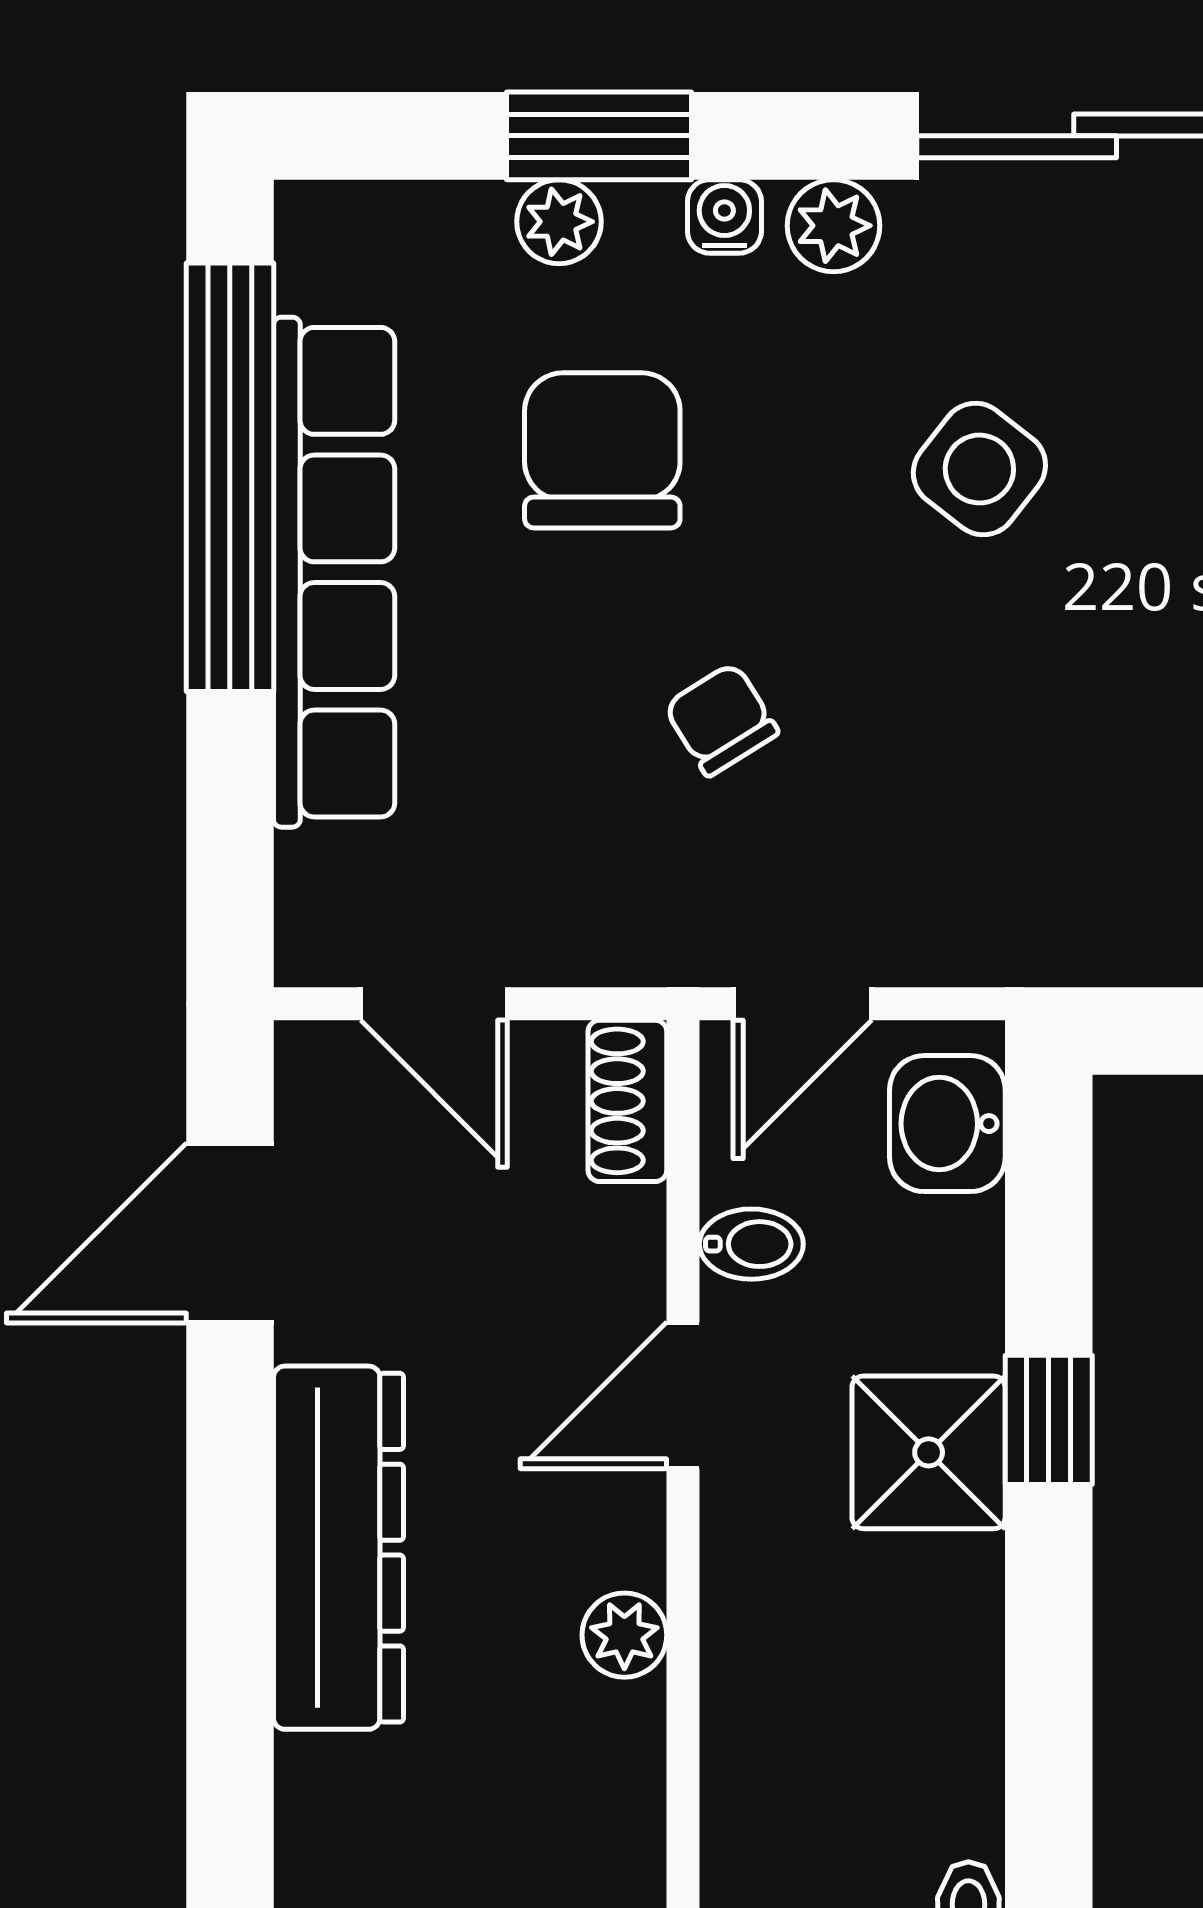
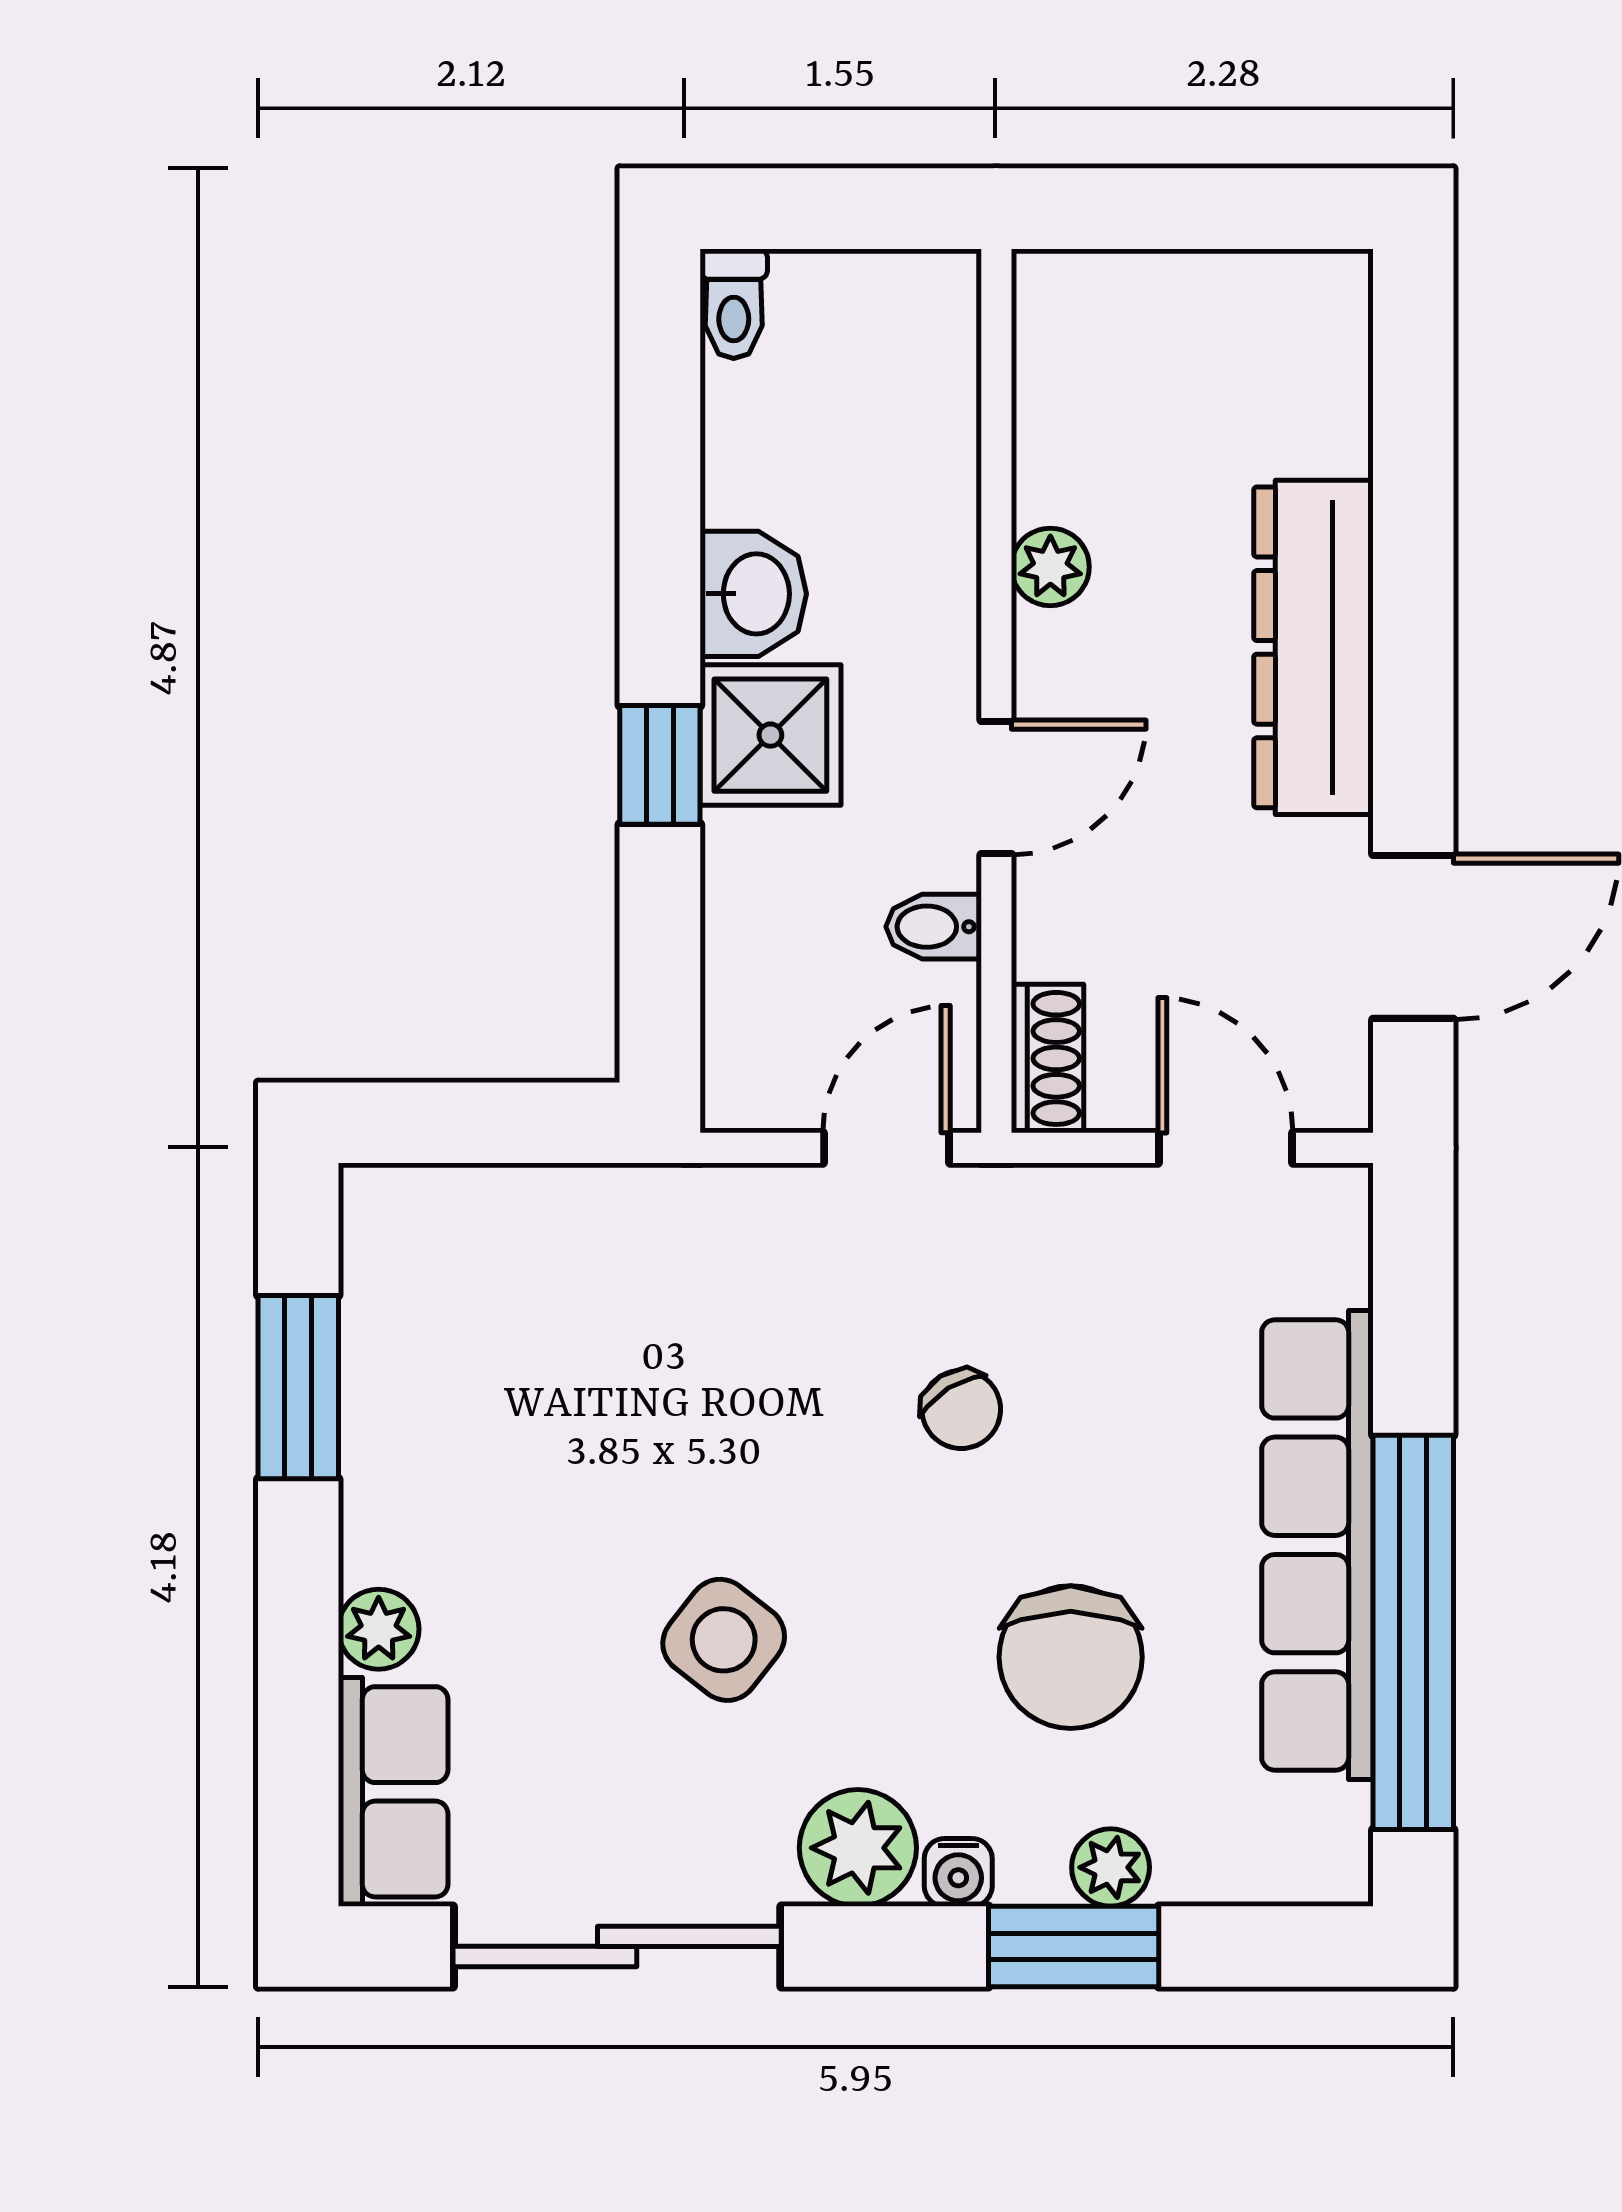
plant: (834, 226) -> (858, 1848), width x1.38, depth x1.38
washbasin: (947, 1124) -> (753, 594), moved

